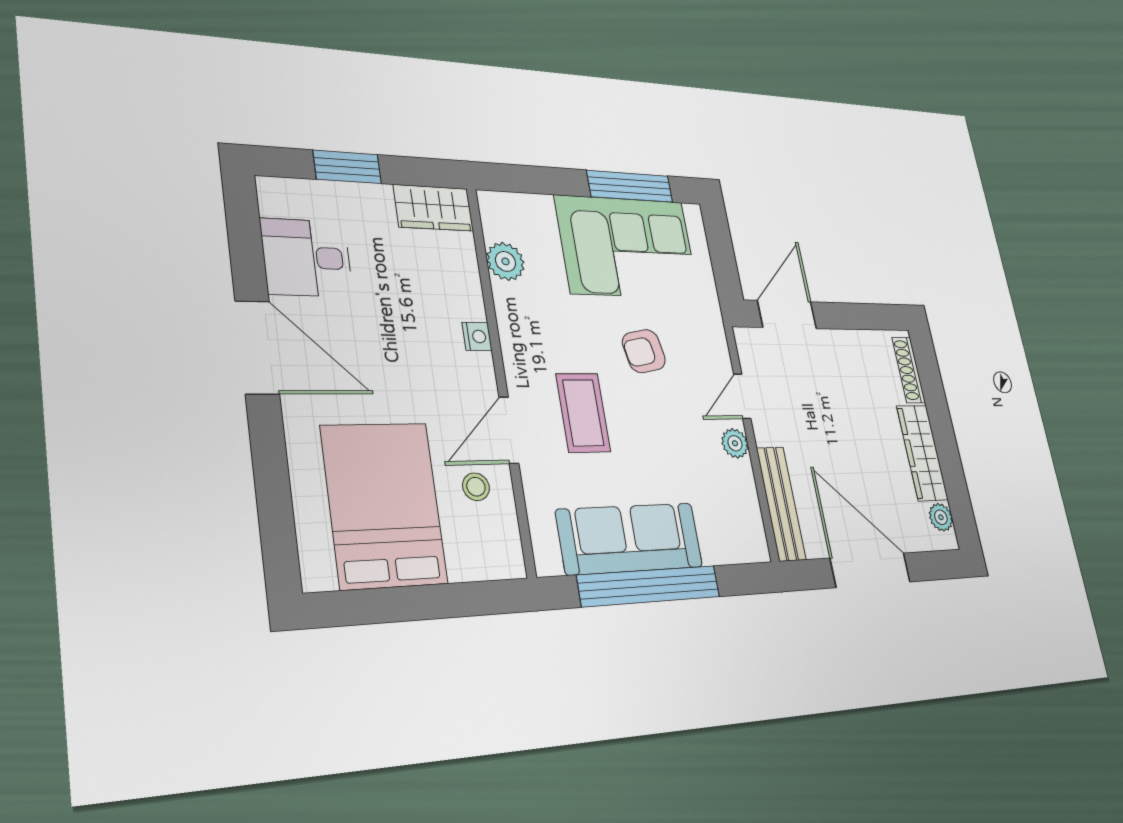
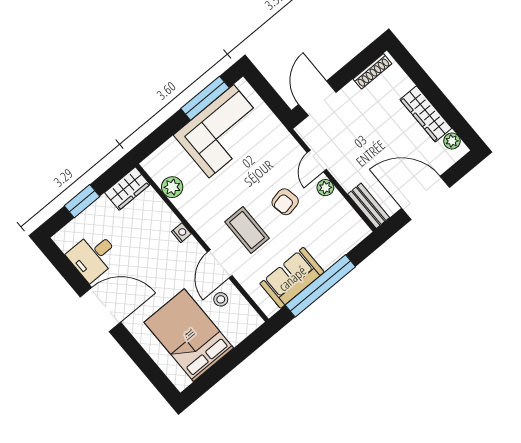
armchair: (644, 351) -> (285, 202), moved
shoe rack: (909, 370) -> (372, 71), moved, turned -90
bench: (781, 504) -> (369, 206), width x0.73
sofa: (630, 538) -> (292, 278), width x0.73

